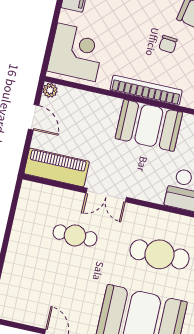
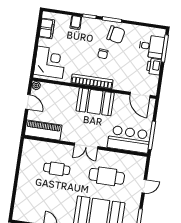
double door: (106, 195) -> (86, 146), moved

